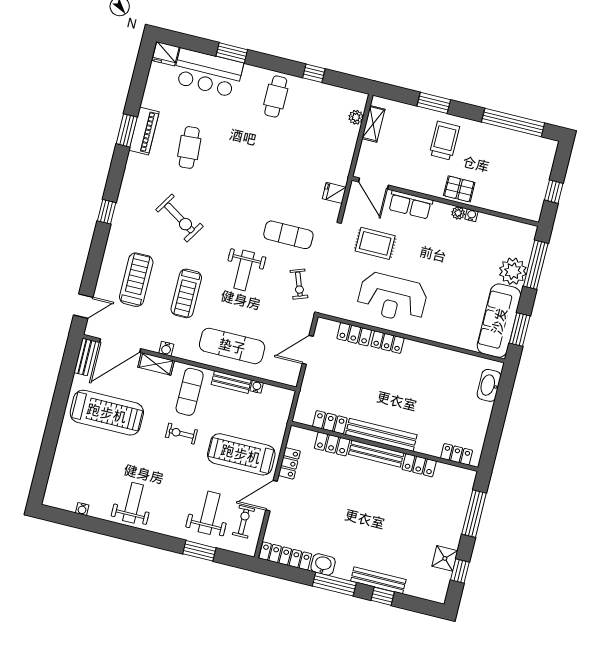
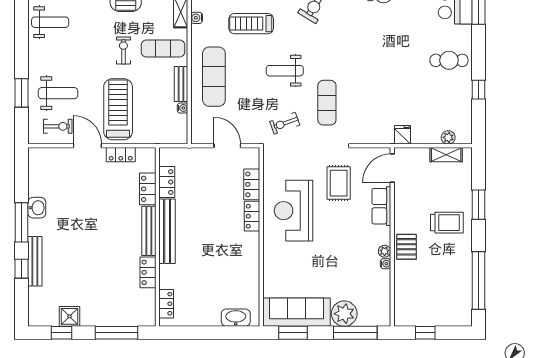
fridge: (334, 193) -> (403, 135), moved
locker: (285, 556) -> (36, 172), removed

